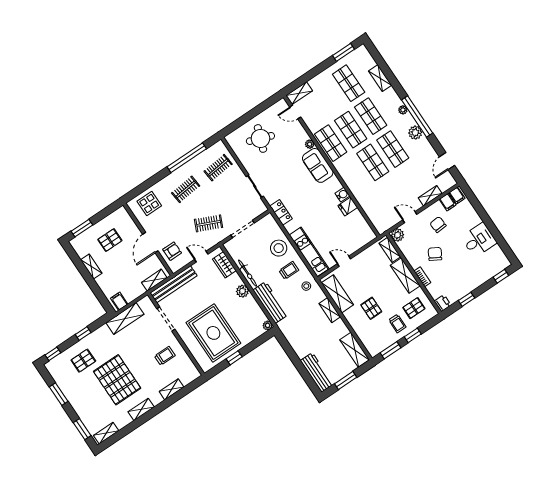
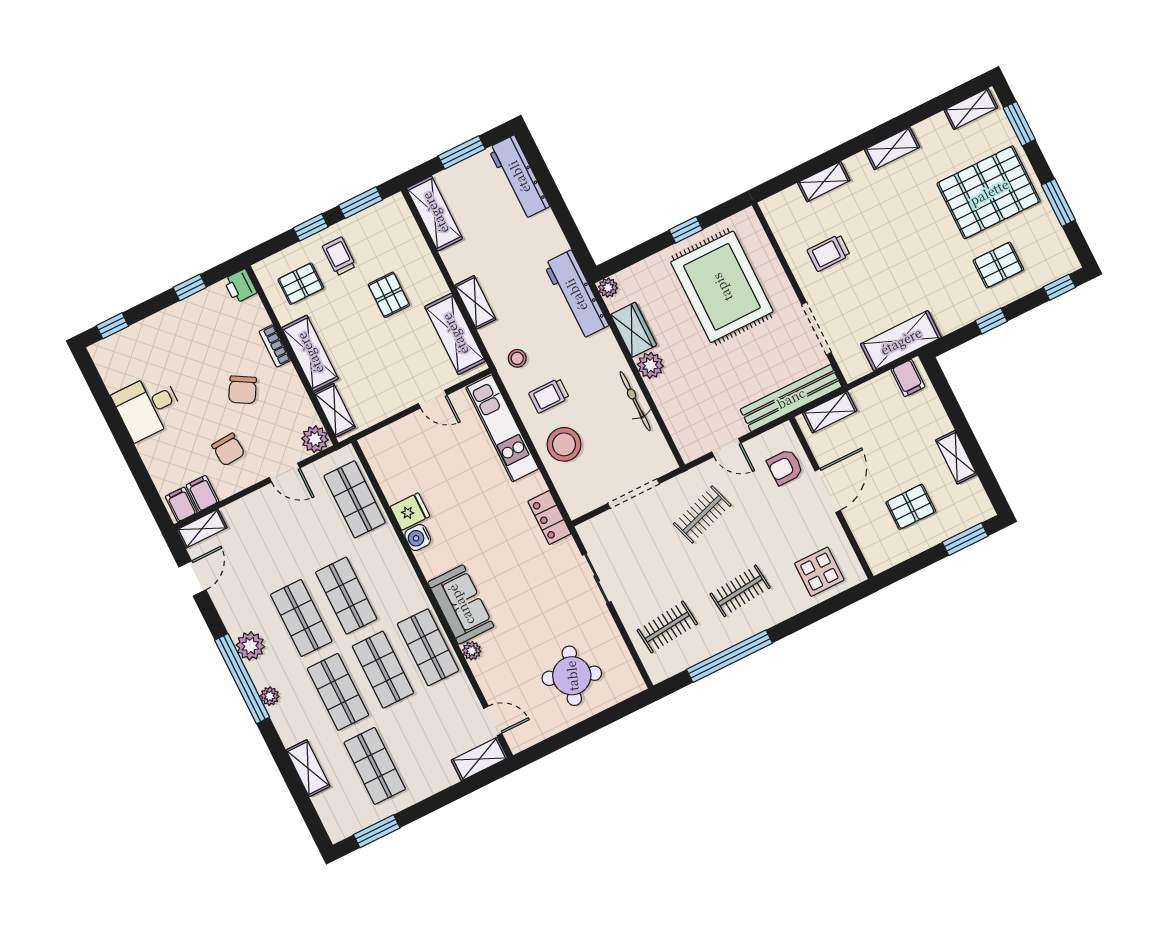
shelving: (430, 196) -> (202, 529), moved
shop shelf: (375, 209) -> (355, 499), added
clothes rail: (209, 223) -> (702, 515), turned -42
wardrobe: (224, 265) -> (634, 330), moved
workbench: (270, 302) -> (576, 295), moved
pallet: (117, 380) -> (989, 192), moved, turned 90

